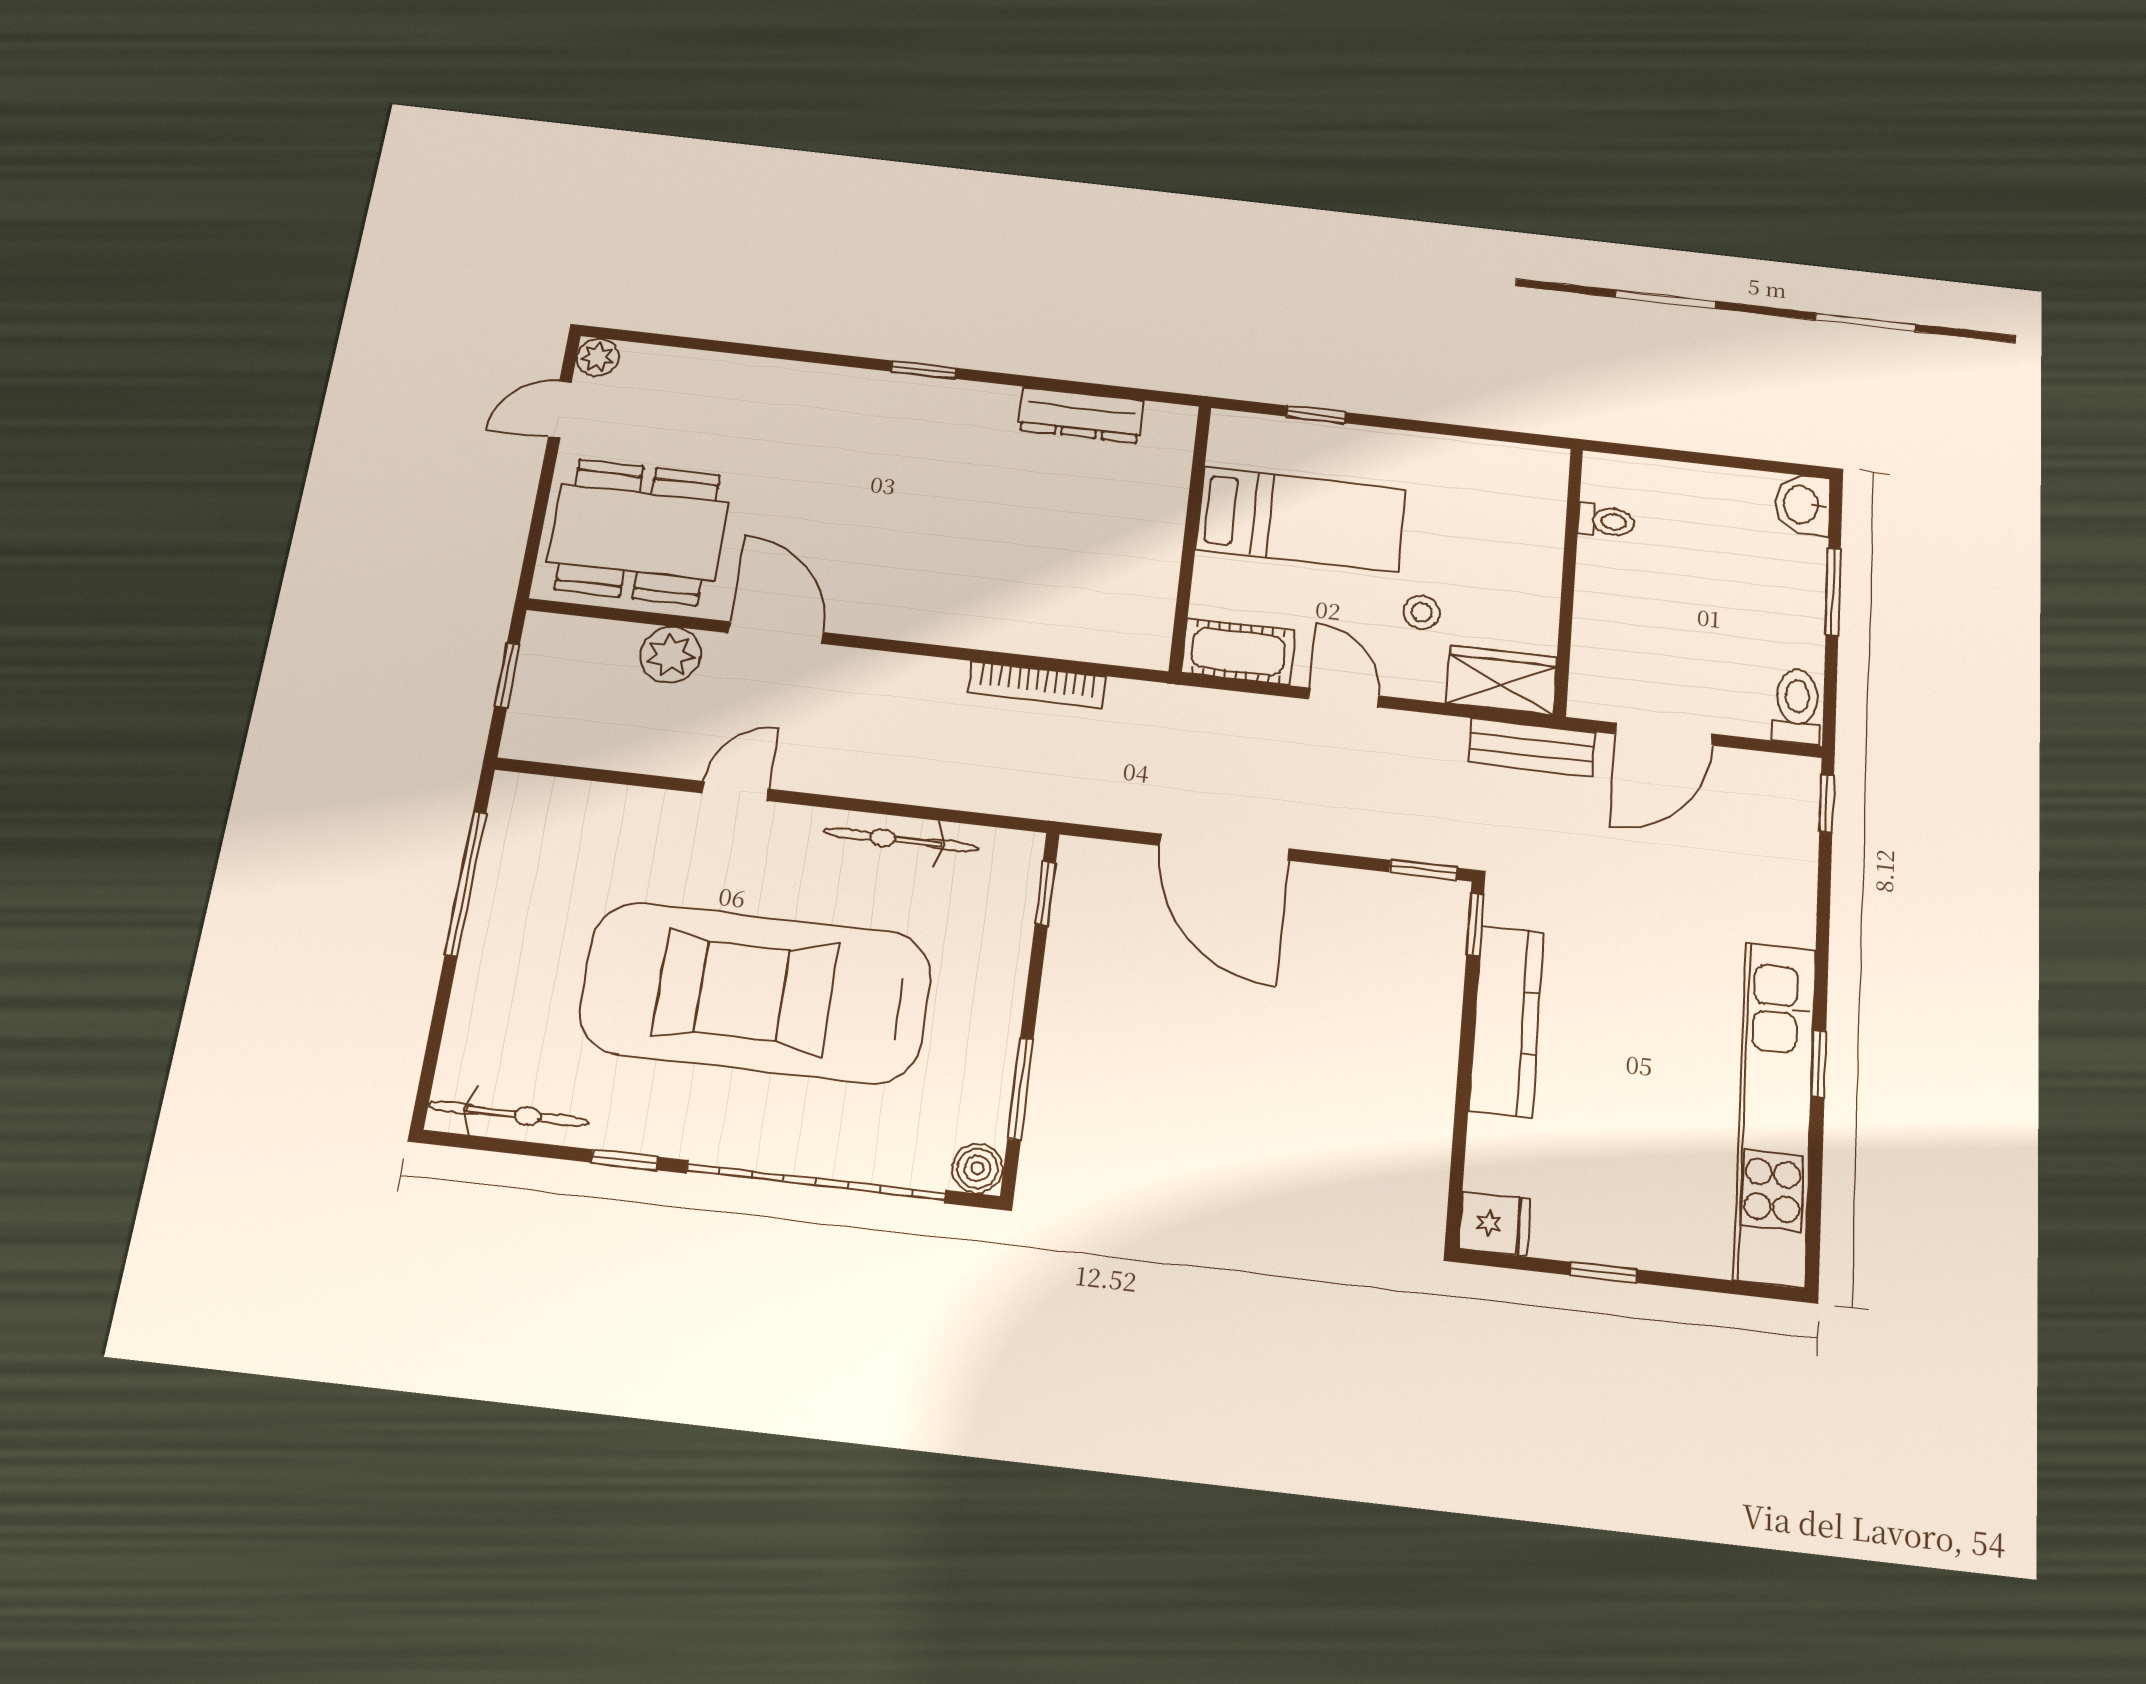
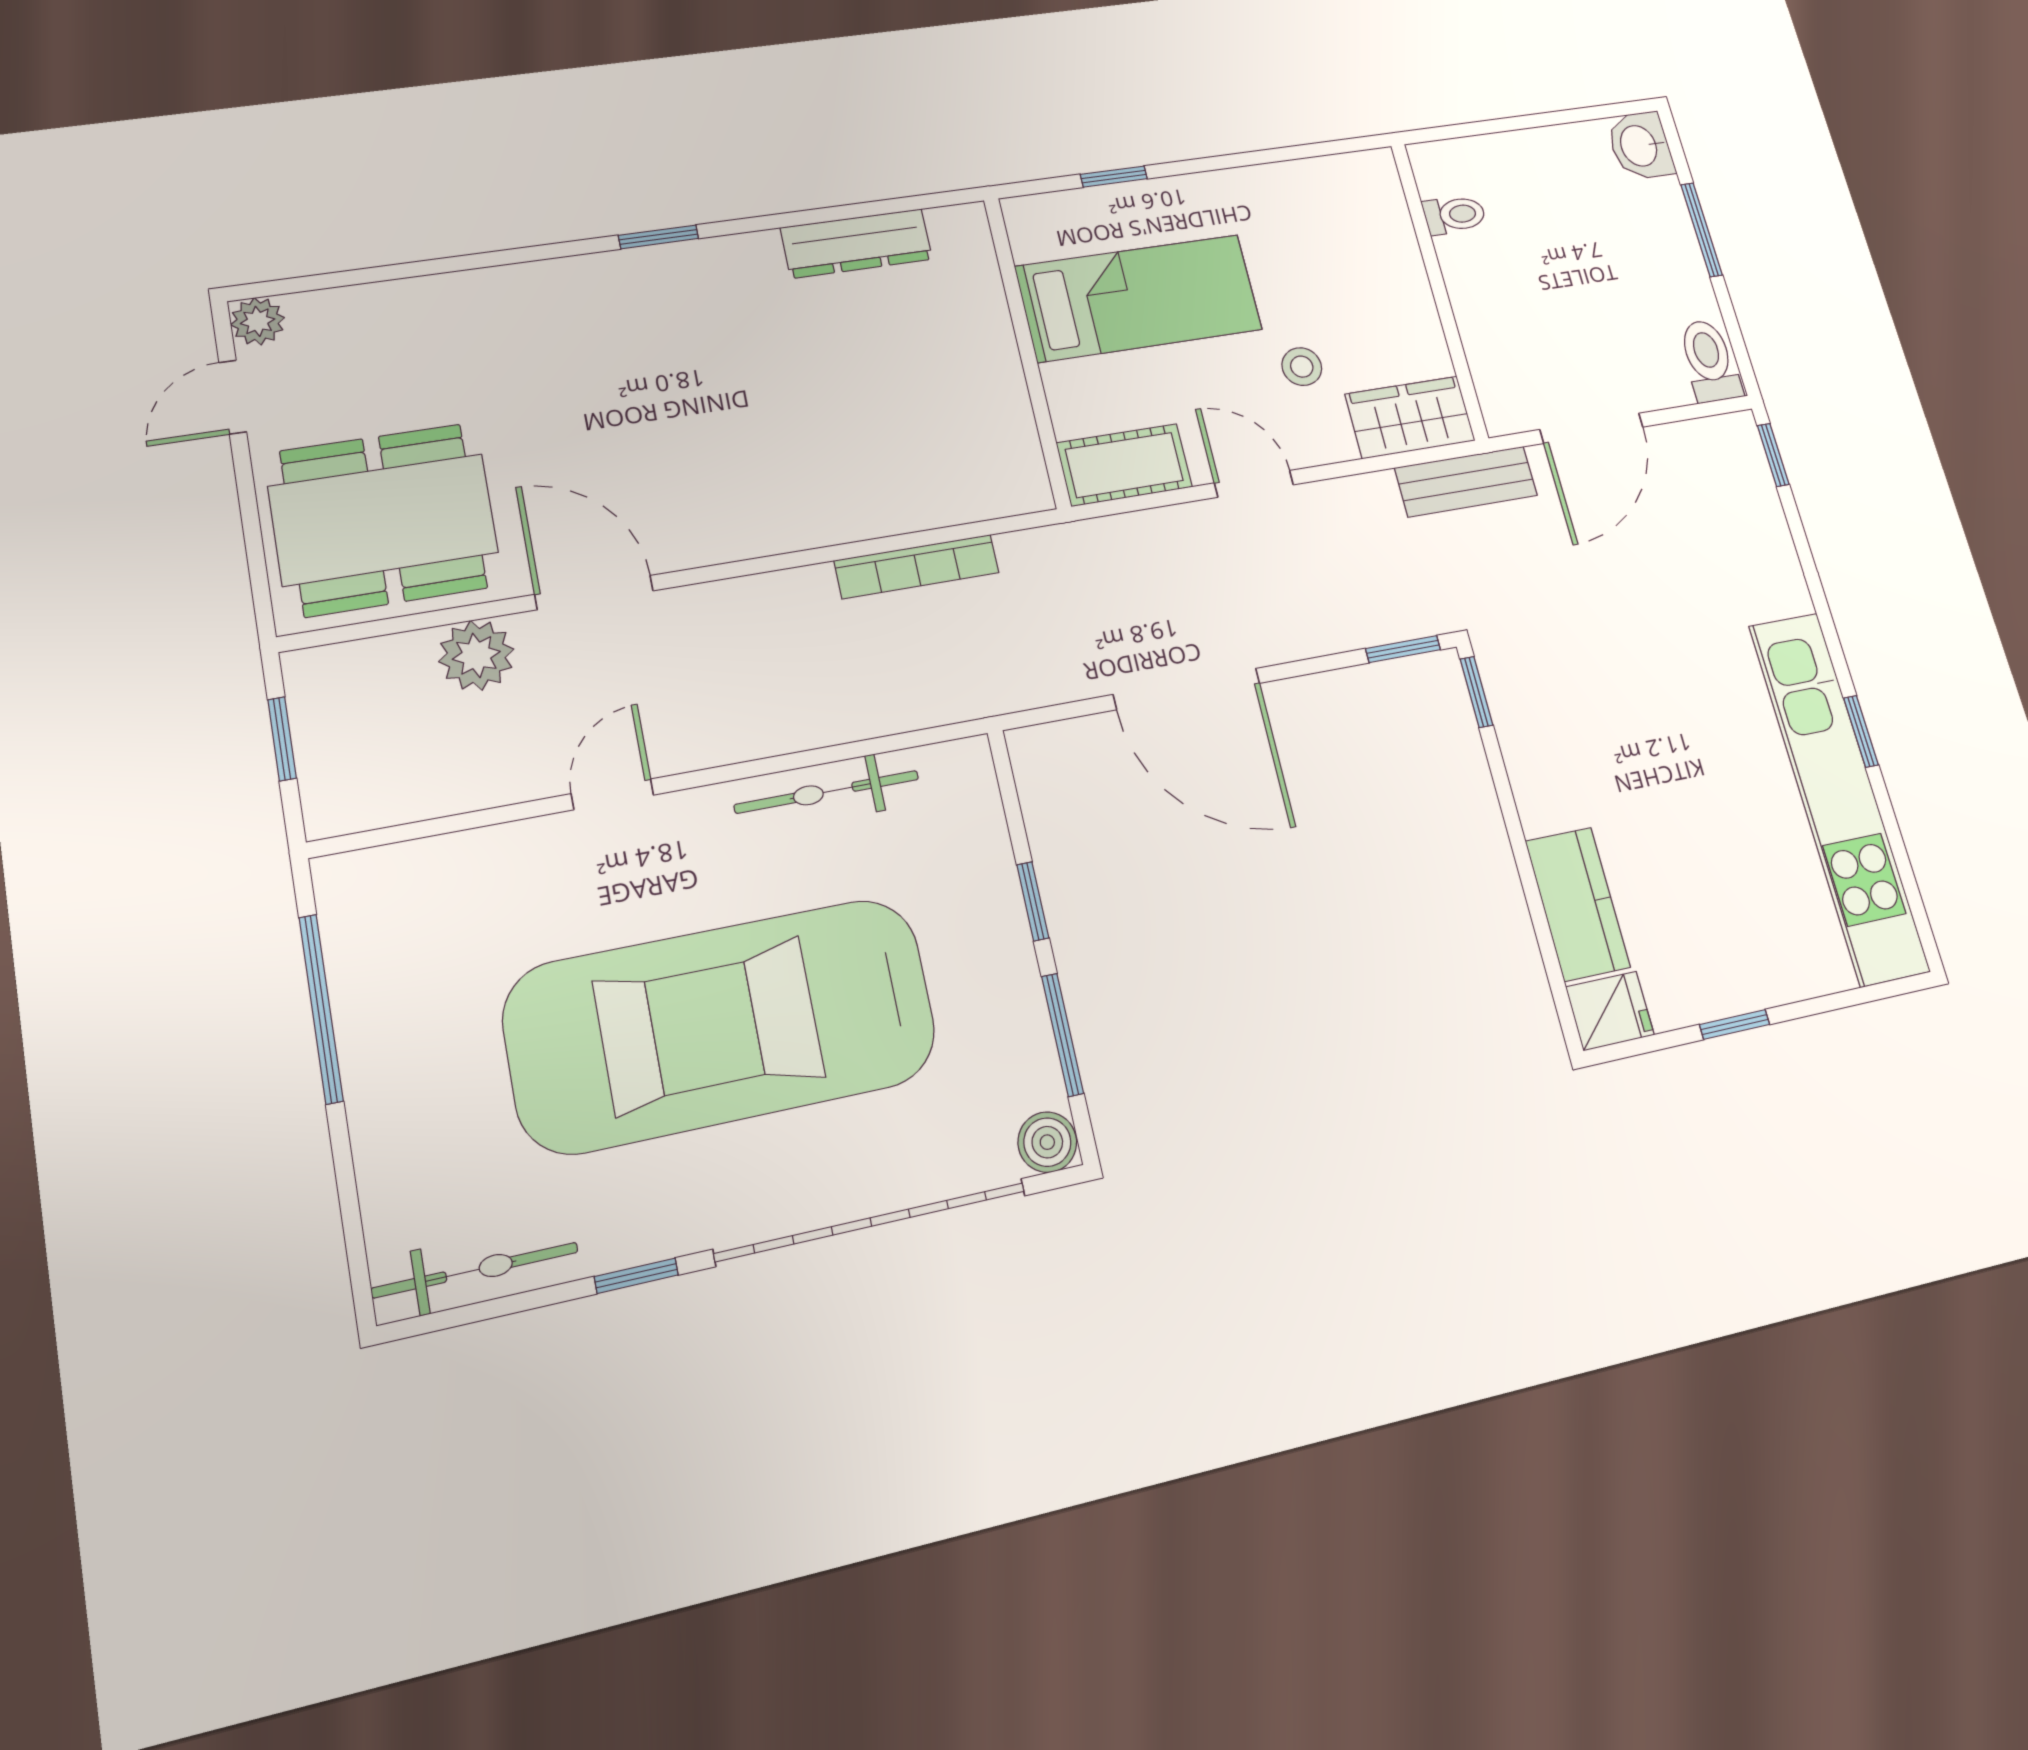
window: (1045, 893) -> (1033, 901), moved
kitchen counter: (1506, 1021) -> (1578, 904), moved, width x0.67

